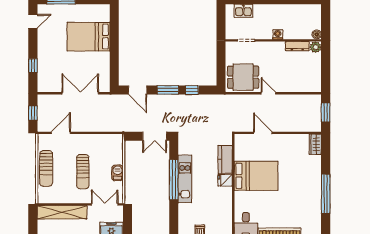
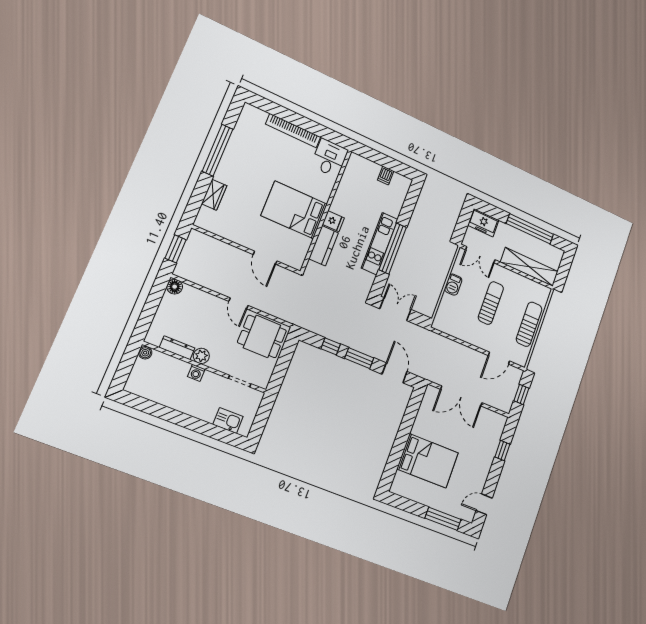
plant: (316, 47) -> (201, 356), moved
floor lamp: (316, 87) -> (175, 287), added
wardrobe: (315, 144) -> (214, 195), moved

